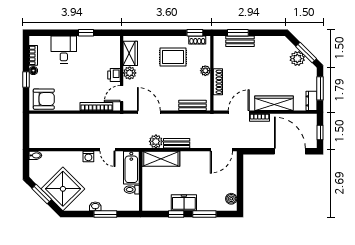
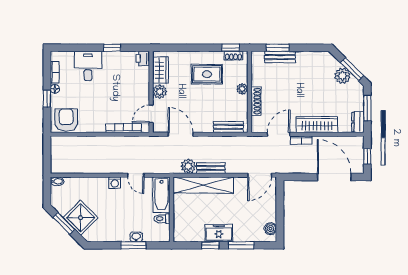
printer: (114, 75) -> (143, 59), moved
armchair: (44, 99) -> (66, 120), turned -90
shelving: (161, 159) -> (203, 185), width x1.47
shower: (63, 189) -> (81, 218), width x0.73, depth x0.73
washbasin: (95, 206) -> (136, 237), moved

